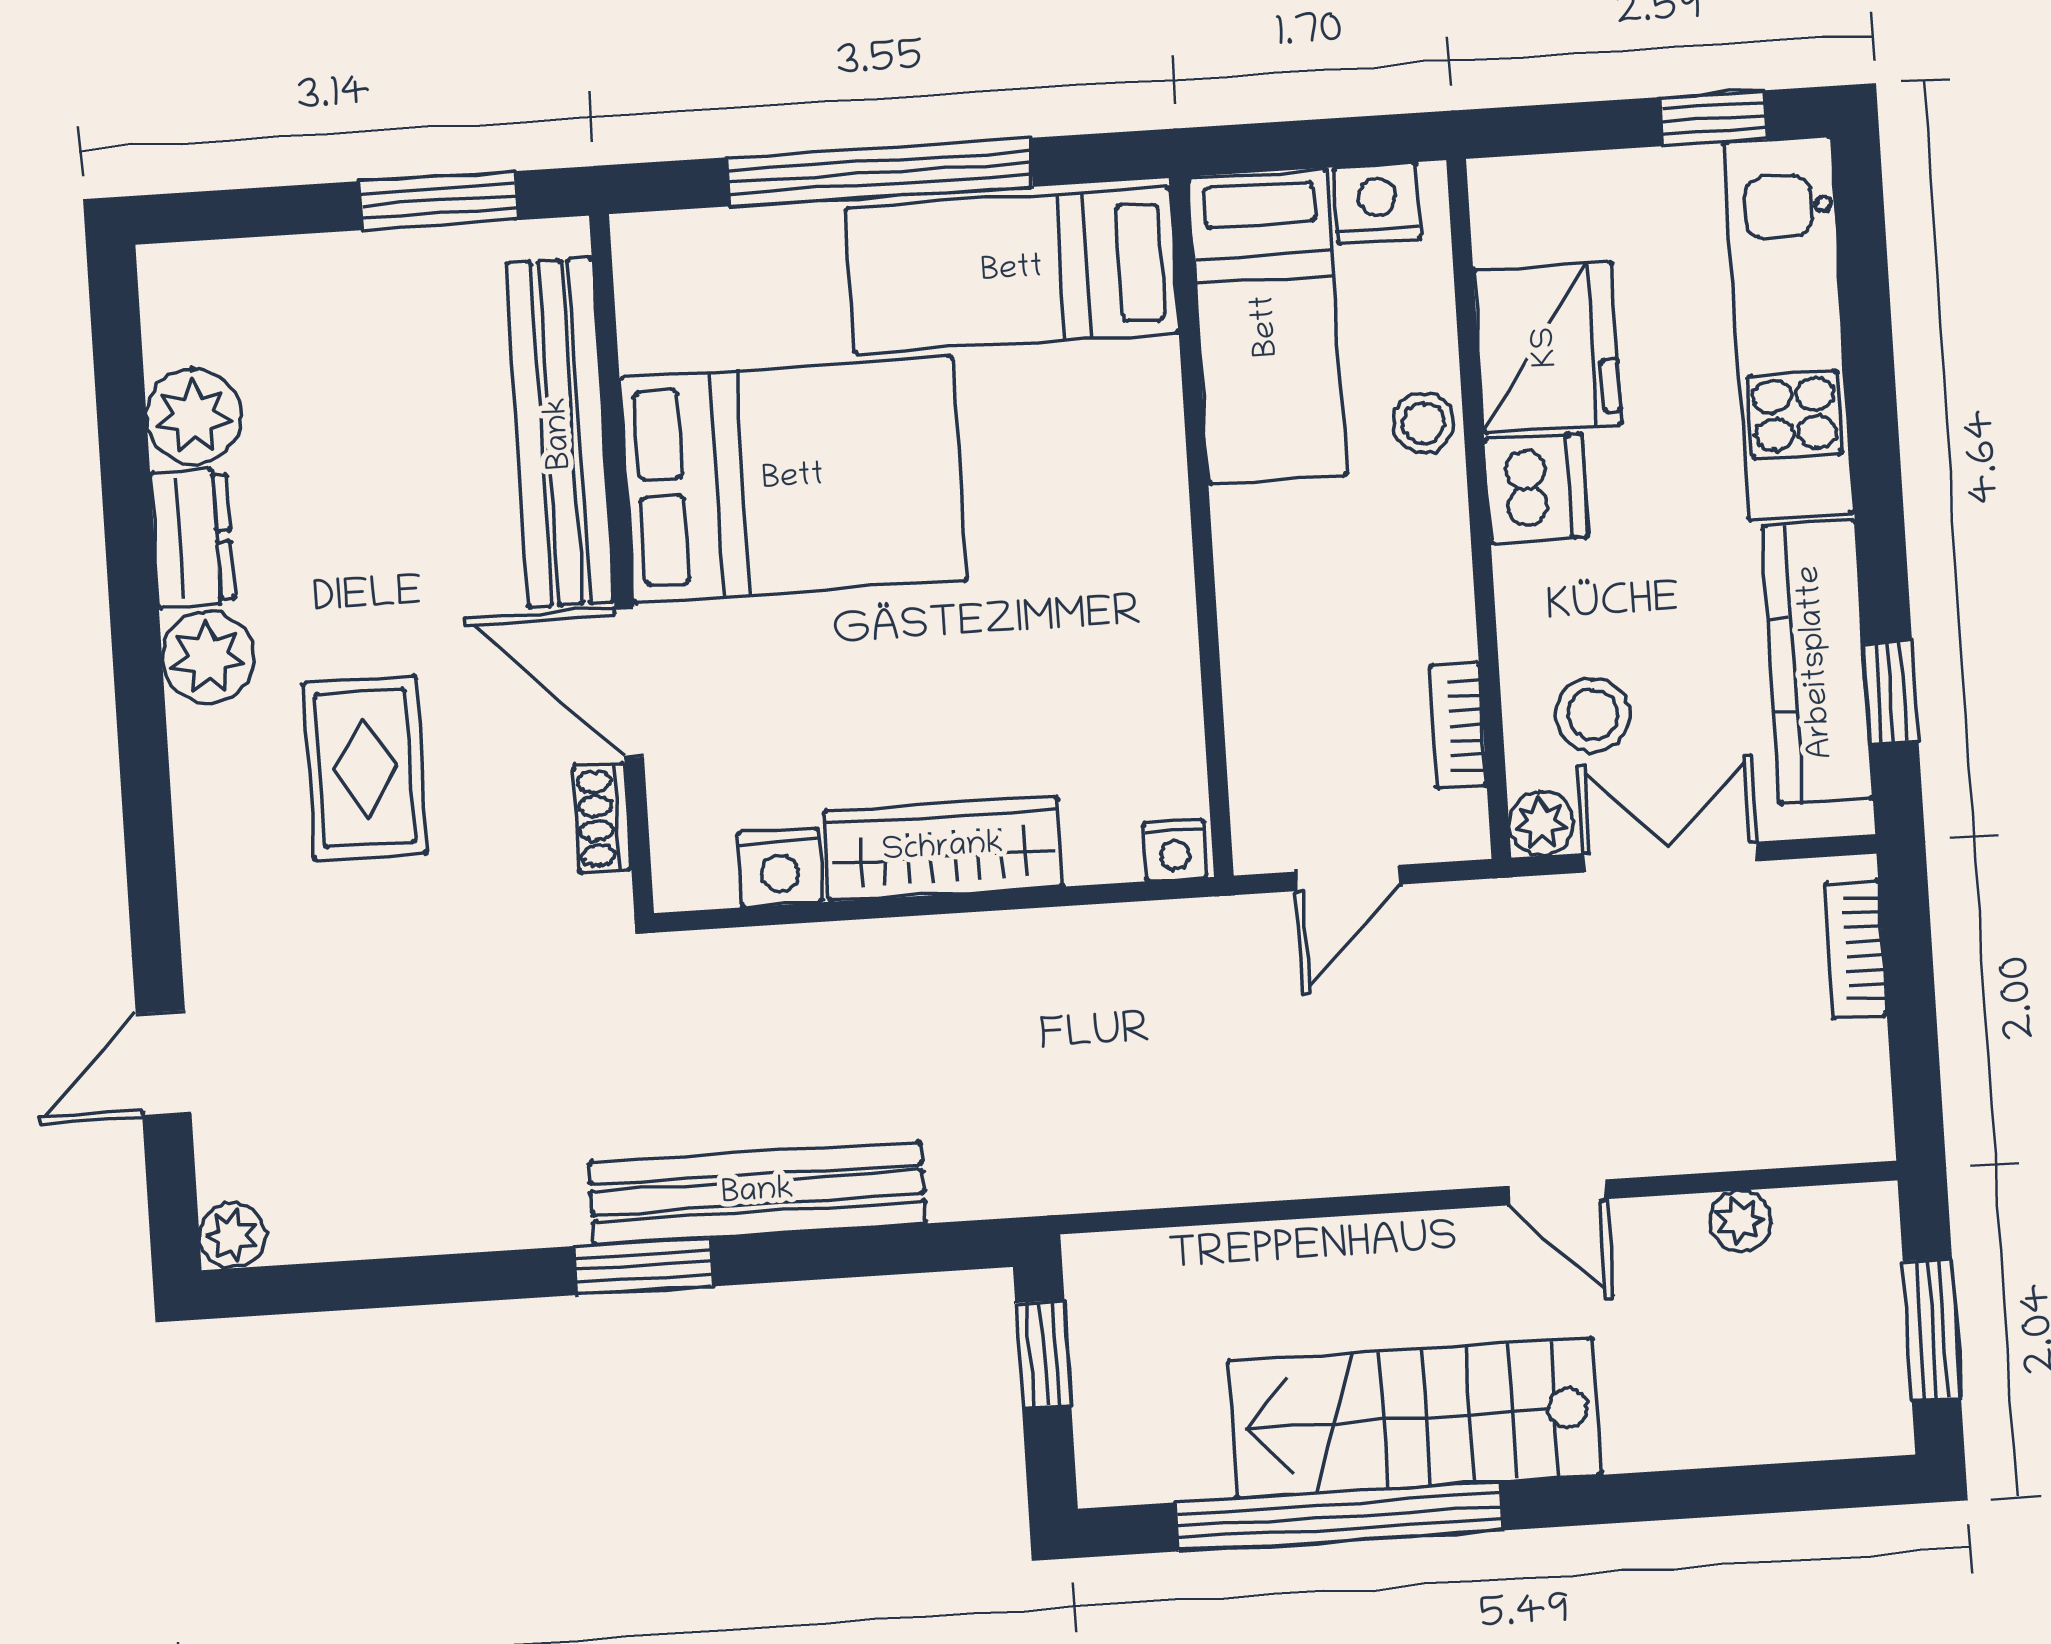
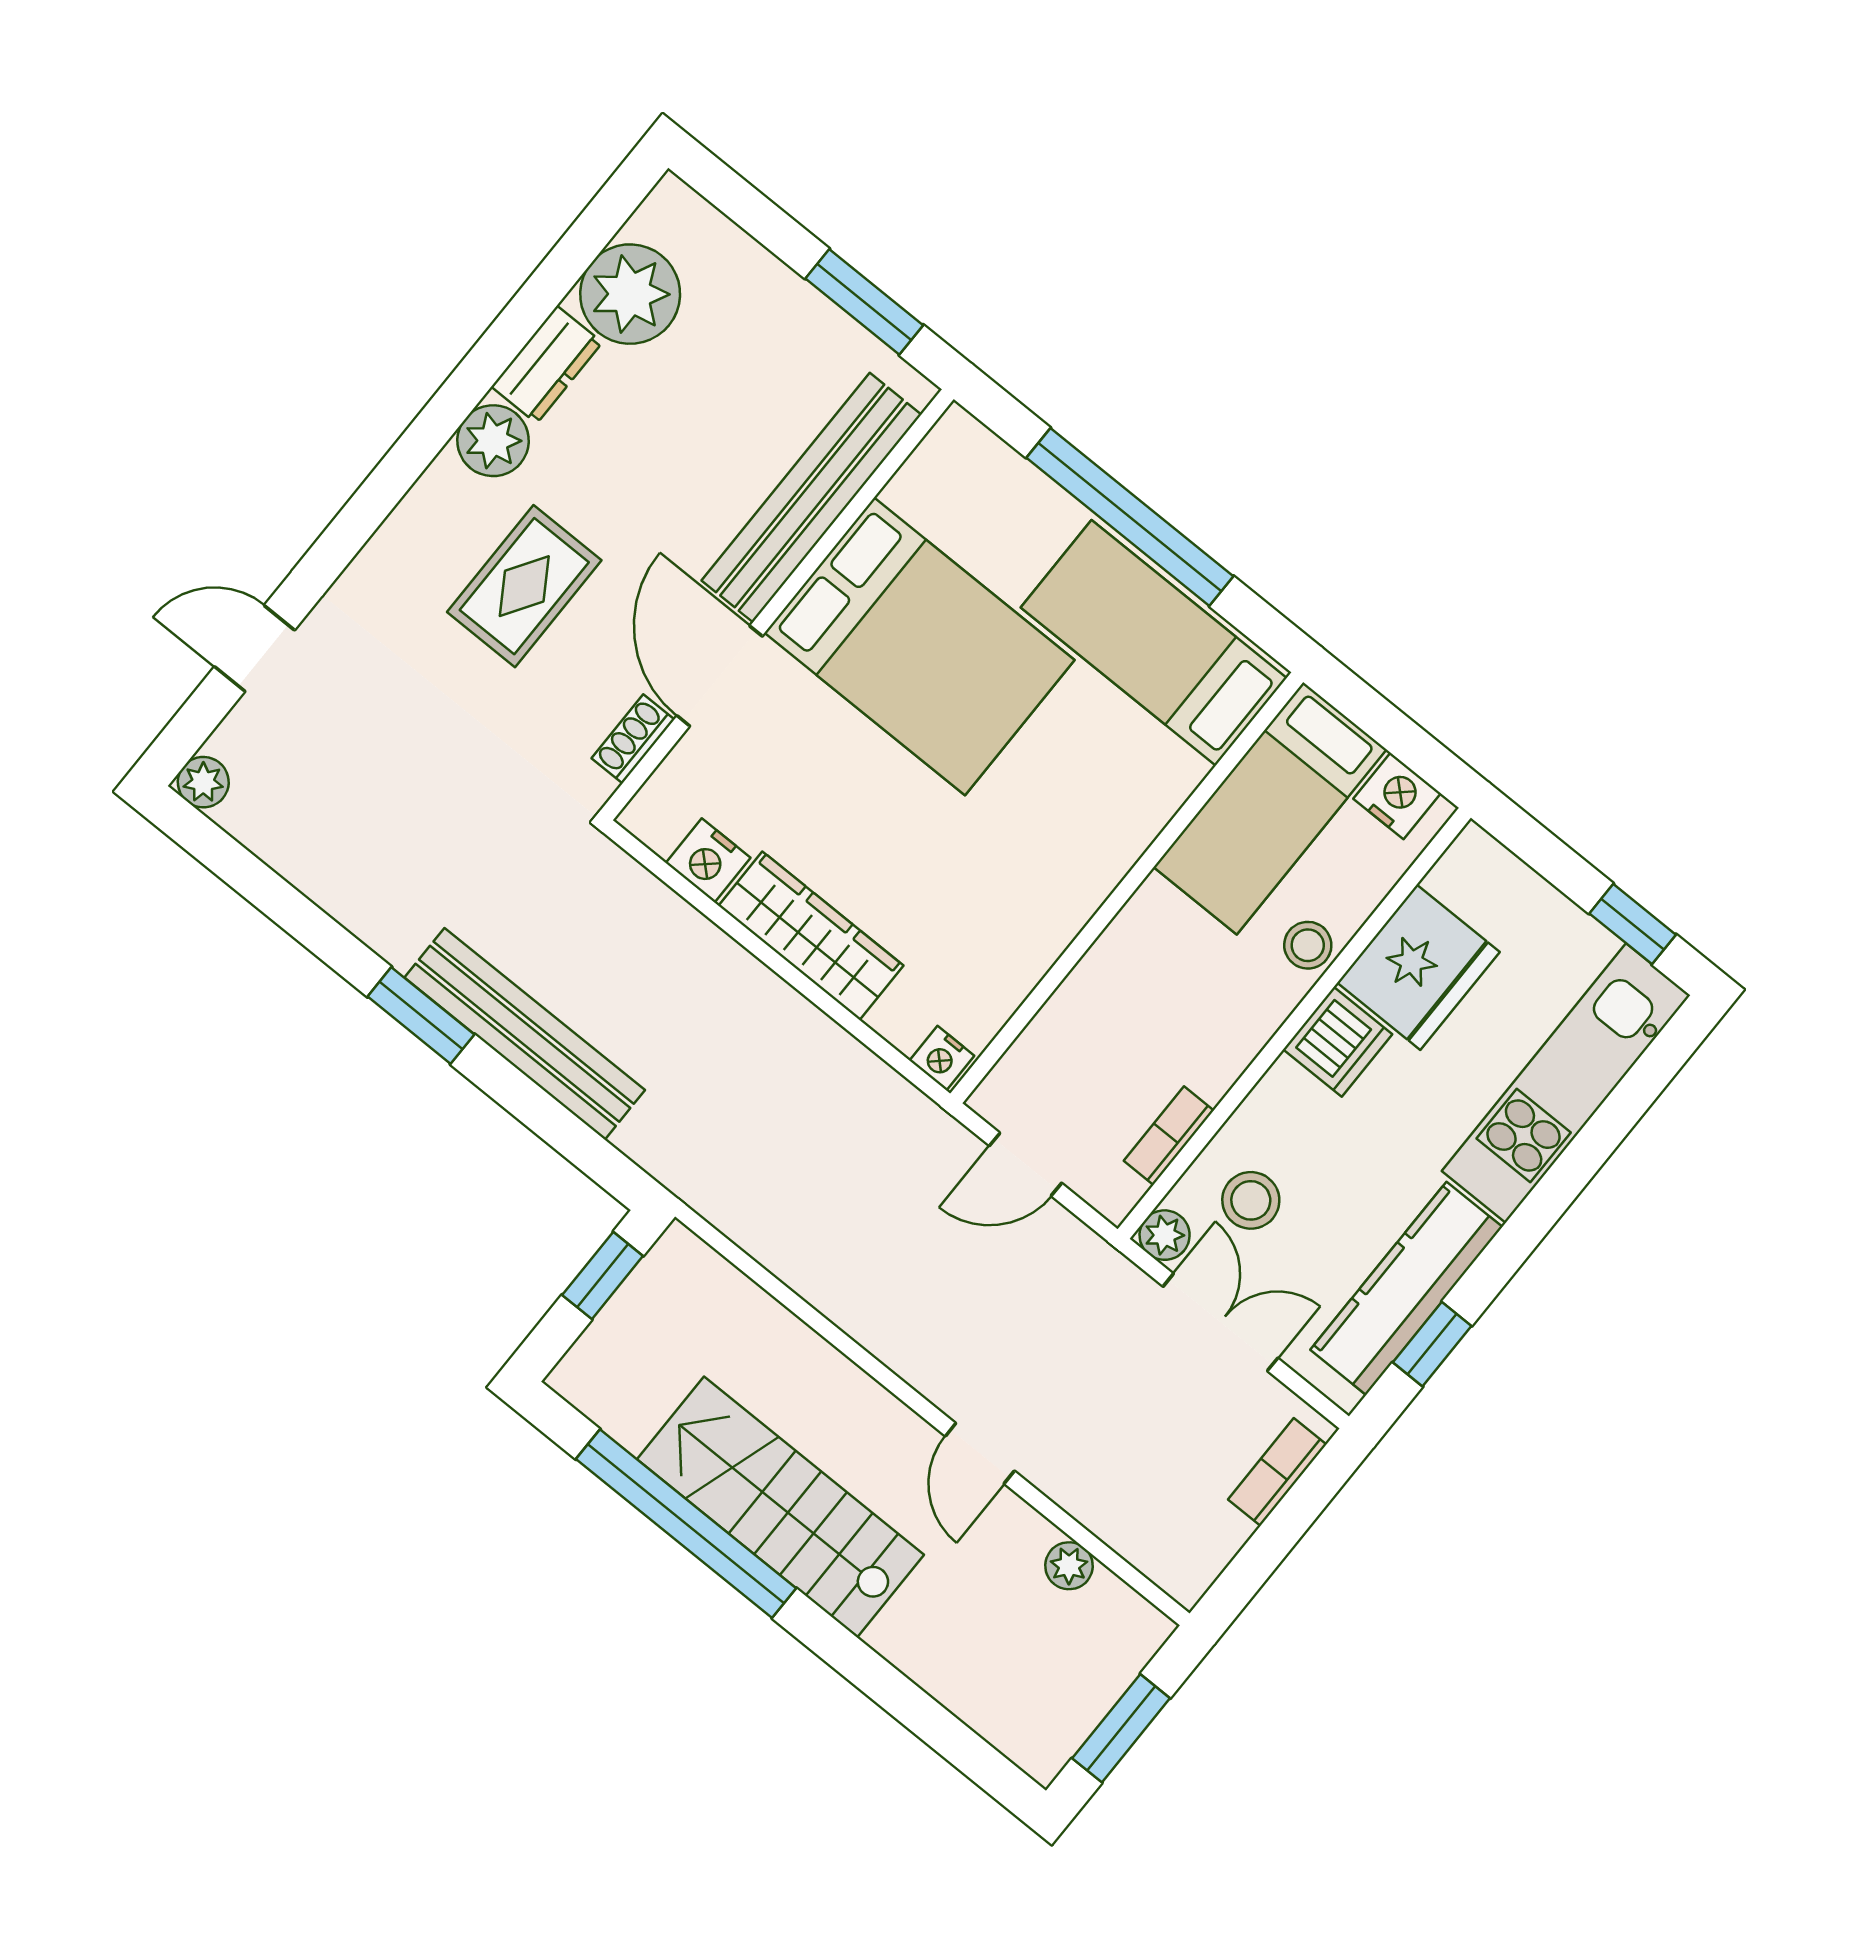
plant: (194, 417) -> (630, 294), width x1.36, depth x1.36

